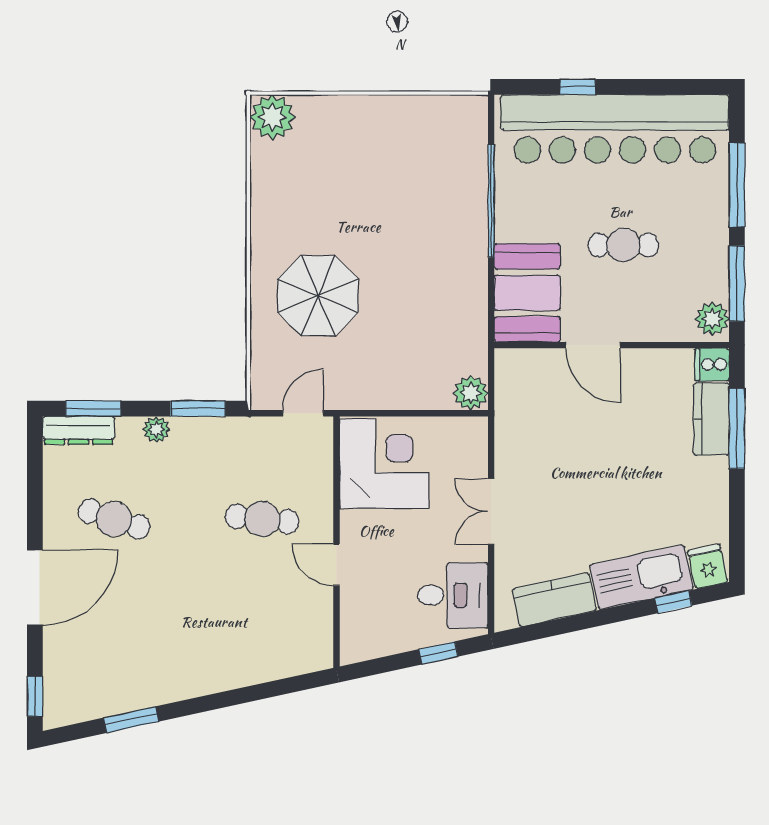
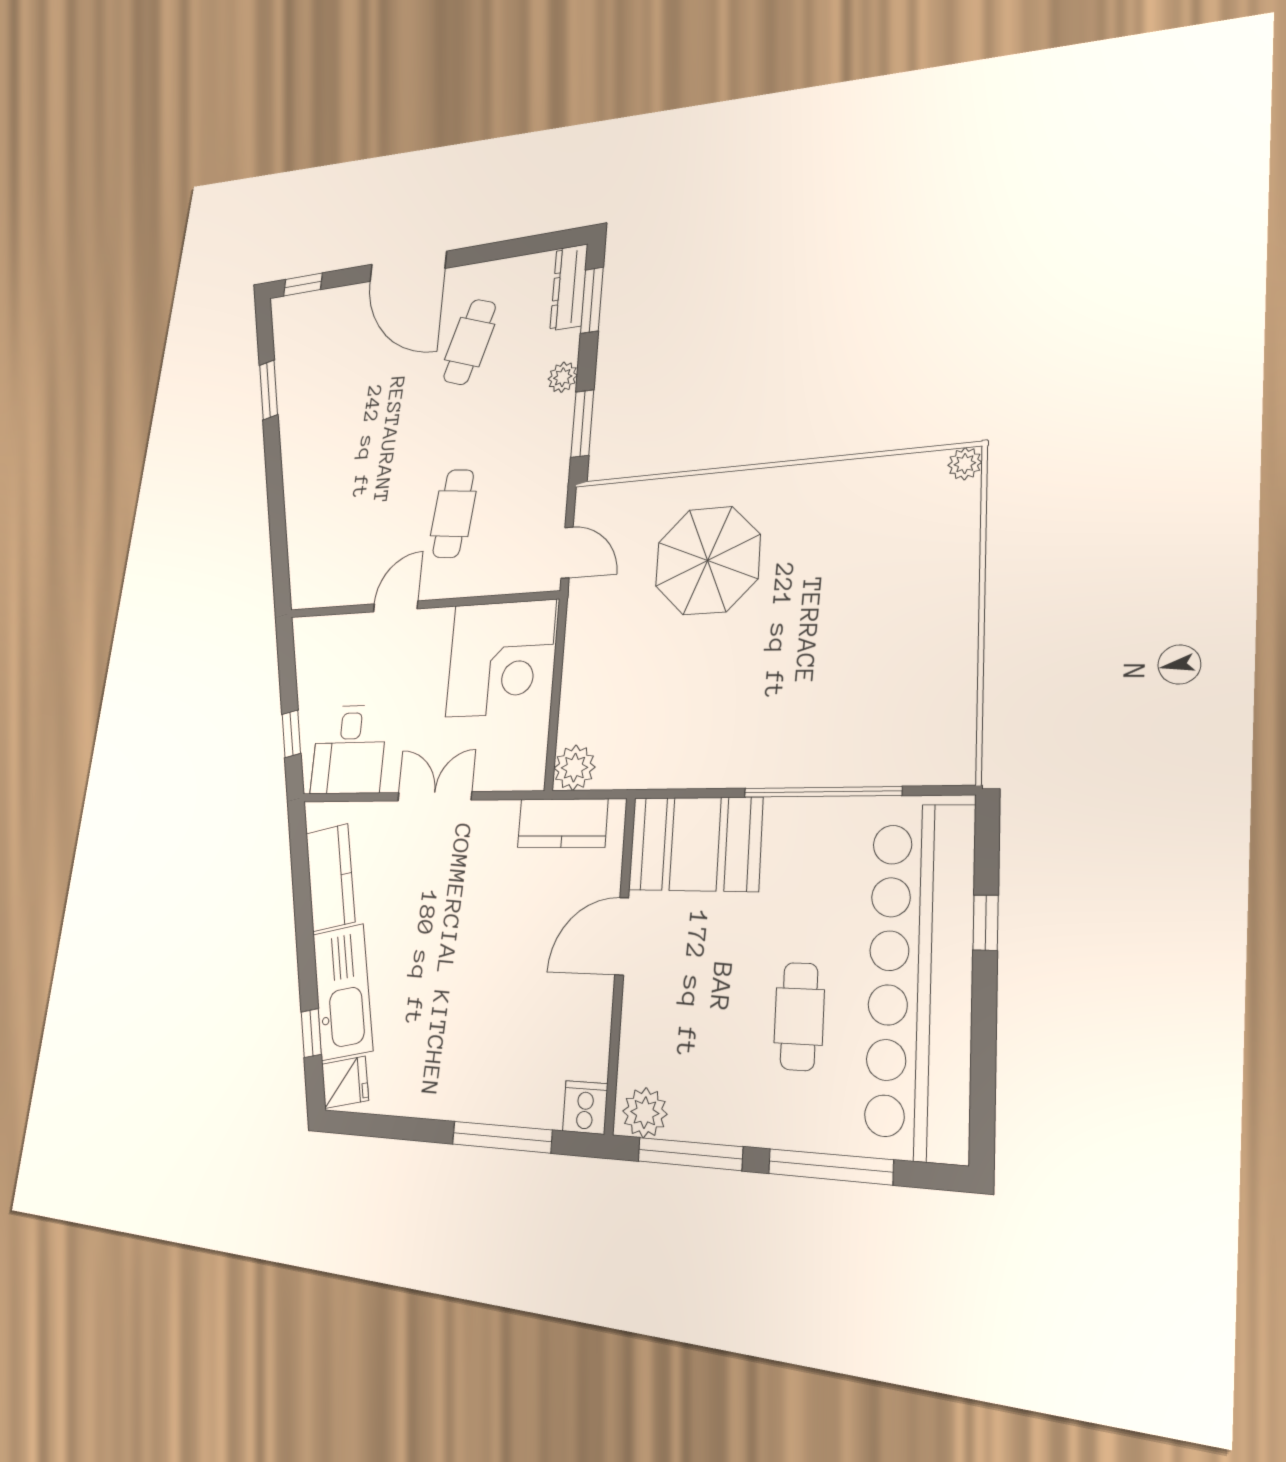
plant: (272, 117) -> (965, 464), width x0.53, depth x0.53
cafe table: (623, 245) -> (799, 1016), moved
kitchen counter: (711, 419) -> (562, 823), moved, turned 180

